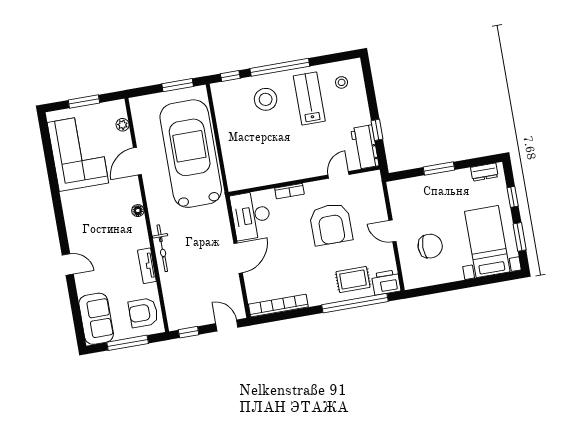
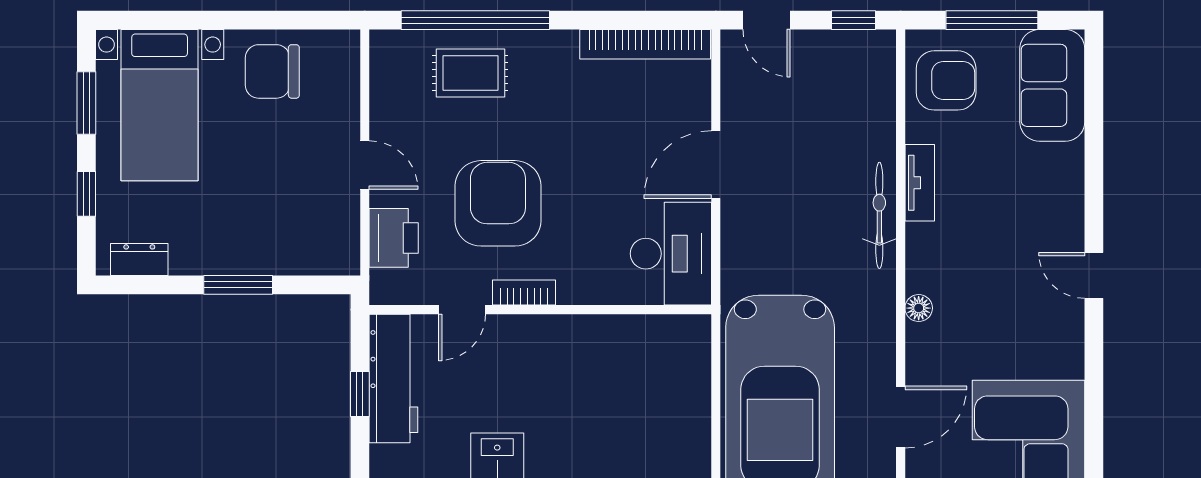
workbench: (365, 147) -> (393, 378), width x1.38
bookcase: (289, 191) -> (524, 293), moved
chair: (430, 246) -> (272, 71), moved
door: (68, 265) -> (1094, 275), moved
printer: (386, 282) -> (394, 238), moved, turned -90

